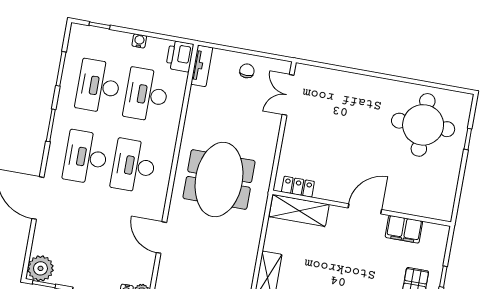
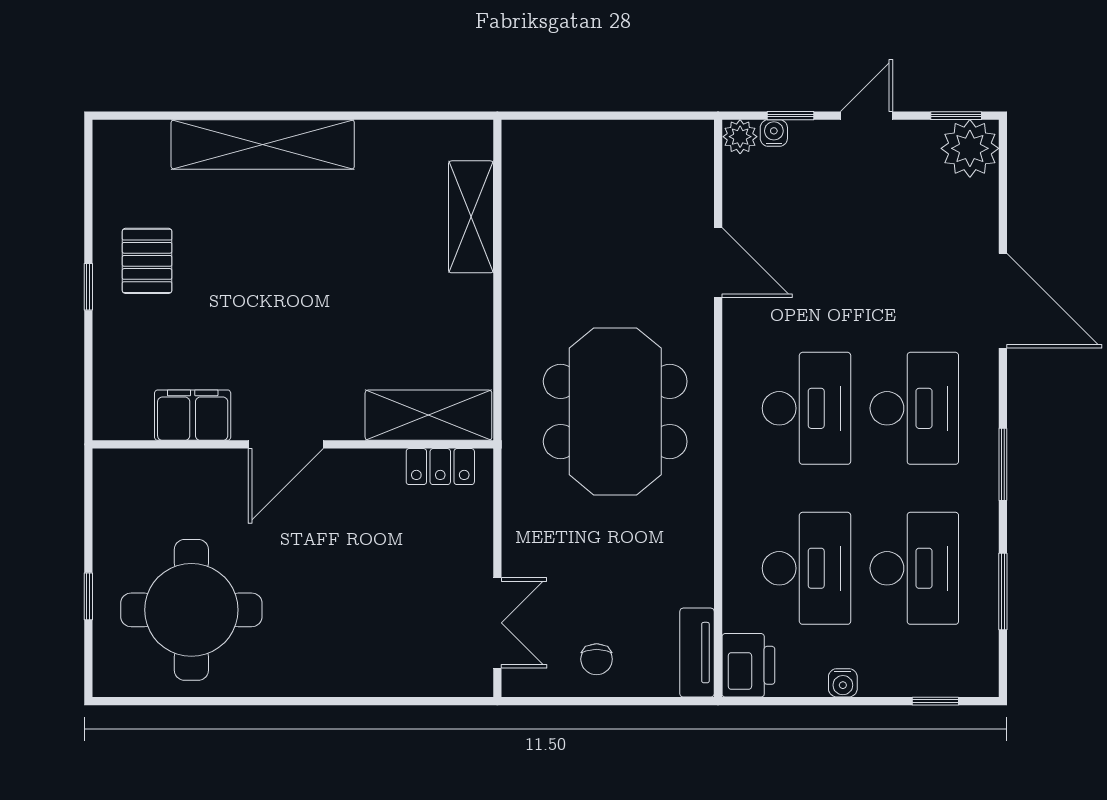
locker: (298, 187) -> (440, 467), moved
wall: (362, 208) -> (293, 444), moved
door: (365, 209) -> (286, 444), moved
shelving: (299, 211) -> (428, 415), moved
filing cabinet: (404, 229) -> (193, 415), moved

